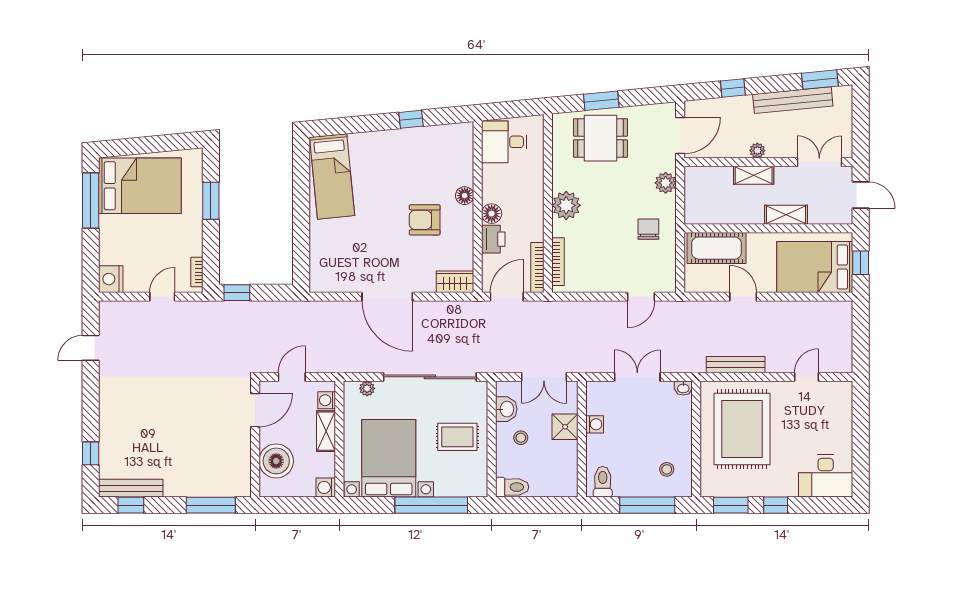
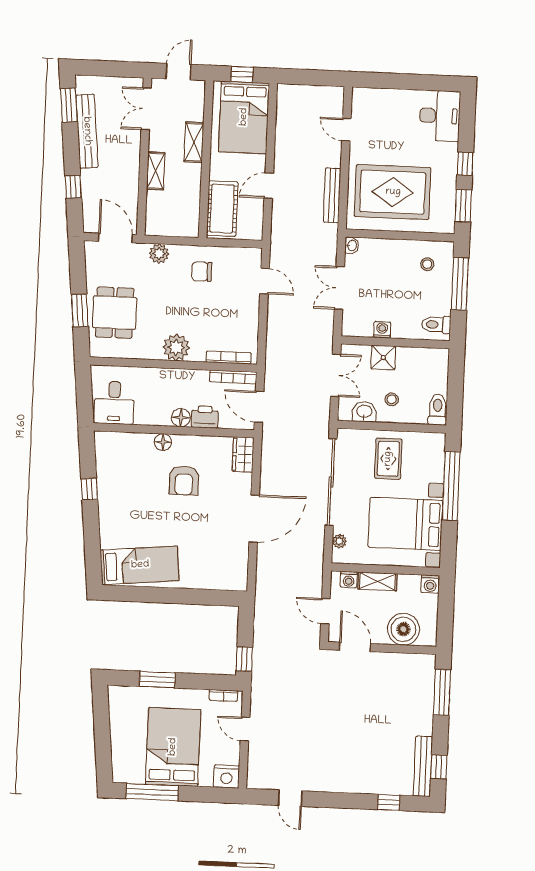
plant: (757, 151) -> (133, 166), removed
bed: (140, 186) -> (173, 747), moved

